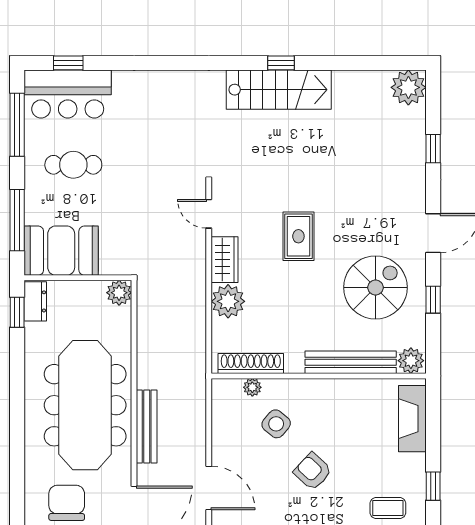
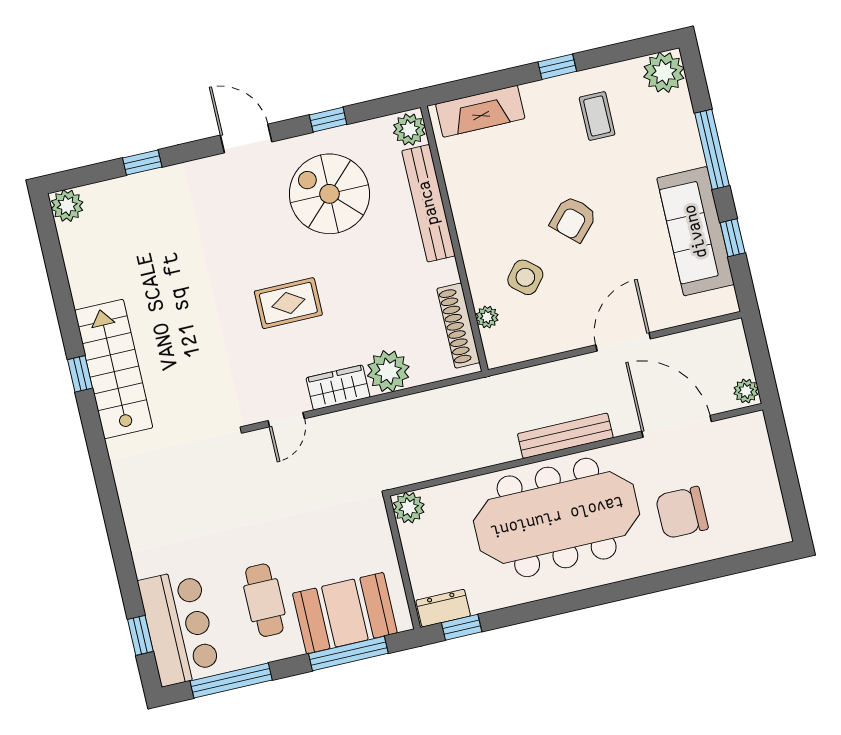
plant: (408, 87) -> (67, 206), width x0.73, depth x0.73
booth: (61, 251) -> (345, 613), moved, turned 90

